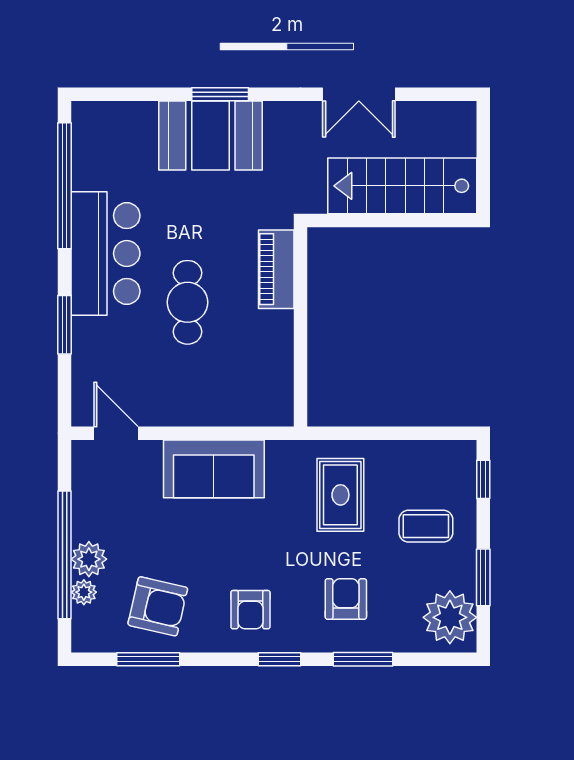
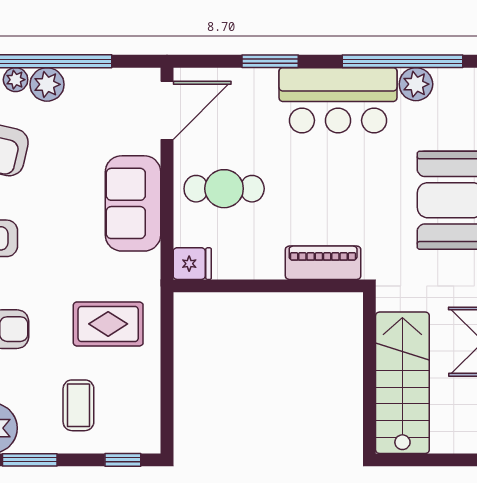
plant: (89, 172) -> (416, 84), added
cafe table: (188, 302) -> (224, 189), moved
fridge: (277, 407) -> (192, 264), added
door: (116, 433) -> (167, 110), width x1.38

